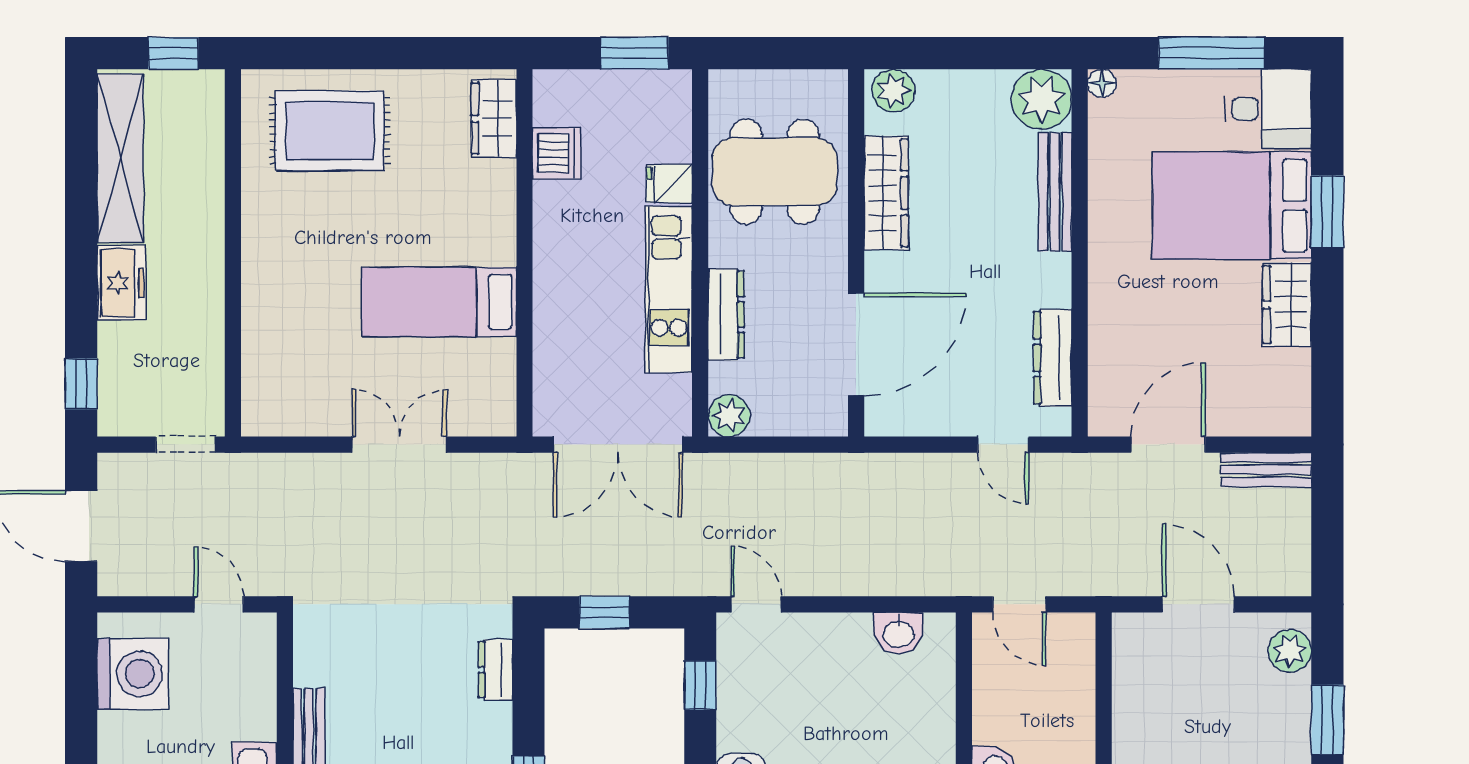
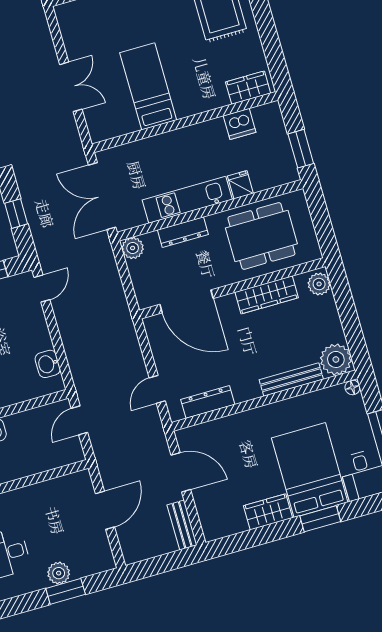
dining table: (775, 172) -> (261, 236), turned 90
plant: (1290, 651) -> (59, 573), moved

